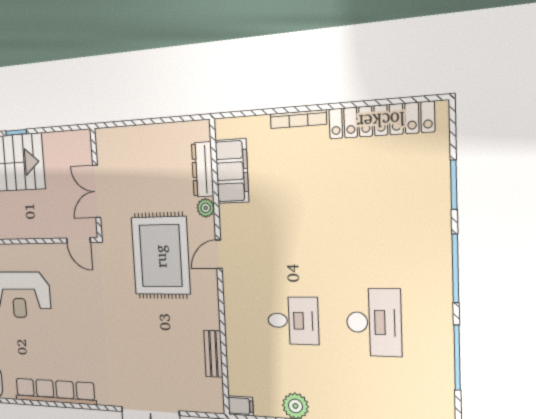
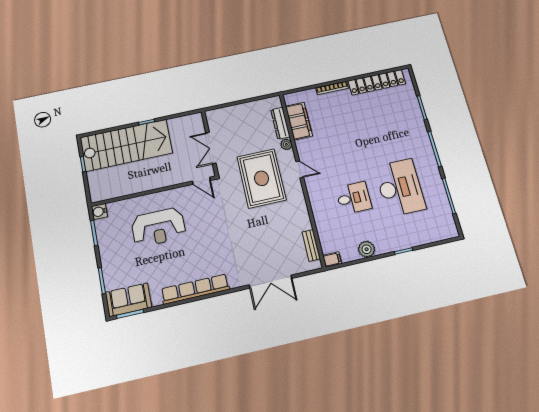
door: (219, 254) -> (300, 169), swing flipped
desk: (374, 322) -> (400, 188), width x1.36, depth x1.30
bench: (213, 354) -> (311, 245), moved

